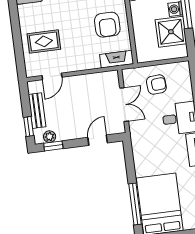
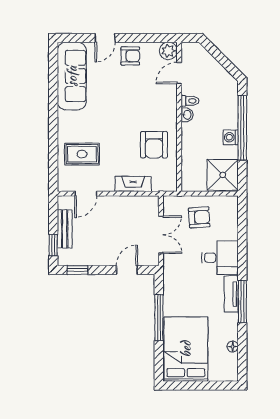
shower: (171, 32) -> (223, 175), moved
fireplace: (117, 59) -> (133, 184), moved
plant: (50, 137) -> (75, 259), removed
window: (135, 204) -> (159, 318), moved

